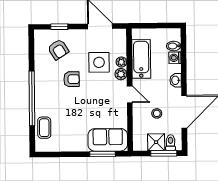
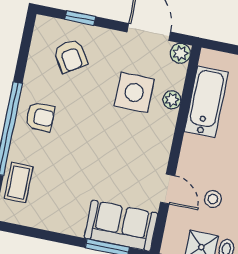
plant: (121, 74) -> (180, 53), moved
armchair: (71, 79) -> (40, 117), moved
door: (130, 94) -> (168, 189), moved

